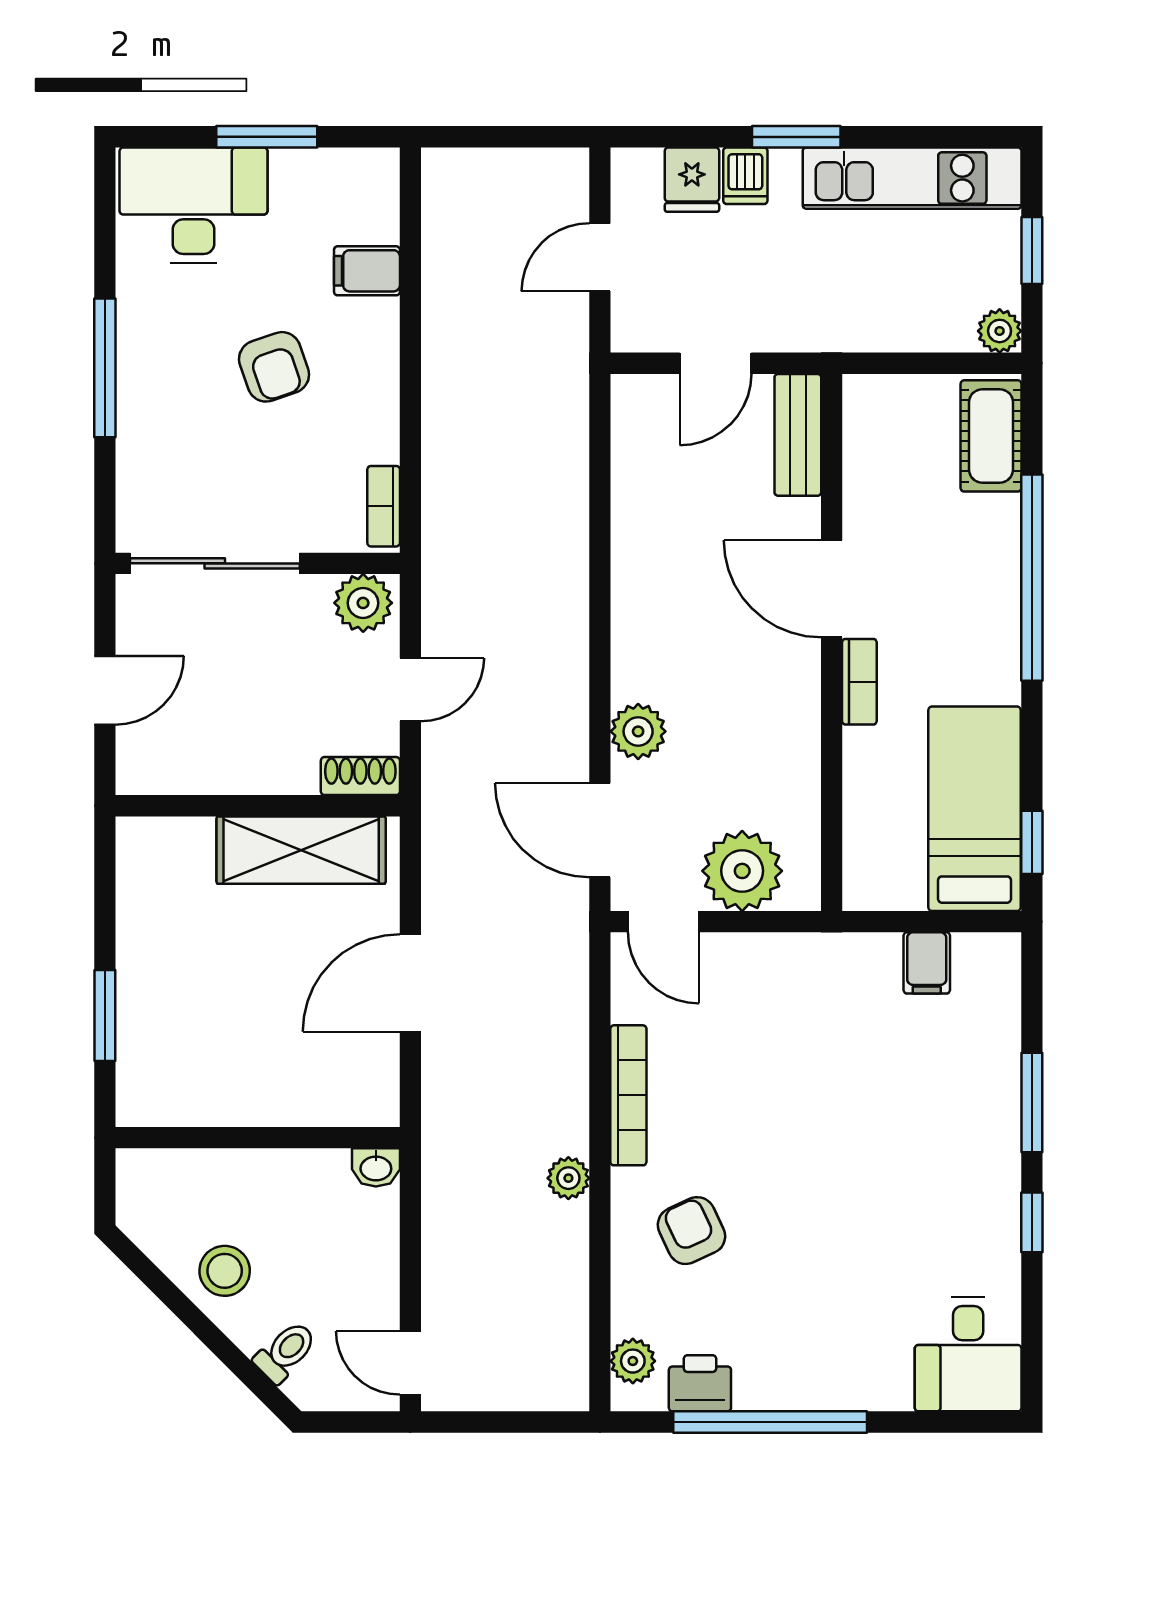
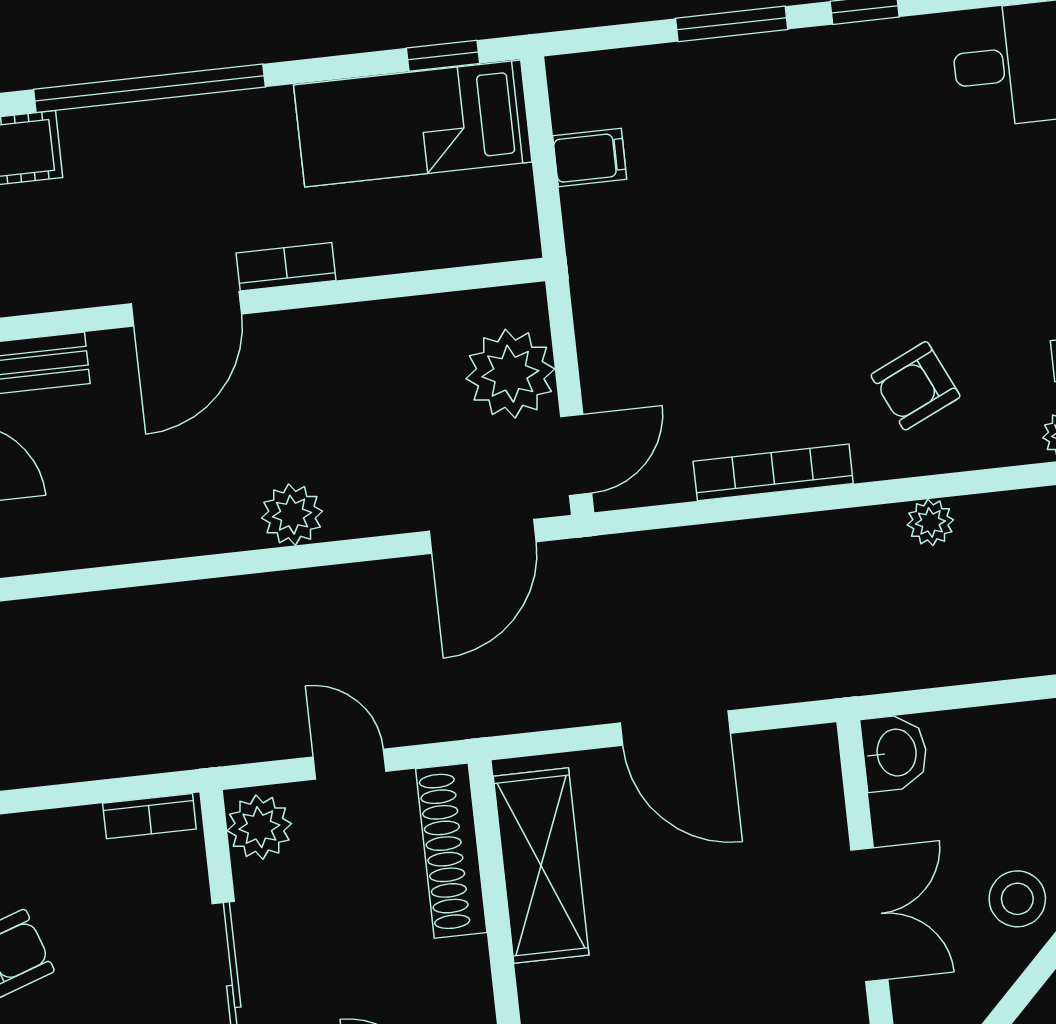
plant: (638, 731) -> (292, 515), moved
shoe rack: (360, 776) -> (451, 851), width x1.94, depth x1.24
double door: (225, 1138) -> (869, 915), added
washbasin: (376, 1167) -> (895, 753), width x1.38, depth x1.45
plant: (568, 1178) -> (930, 522), moved

